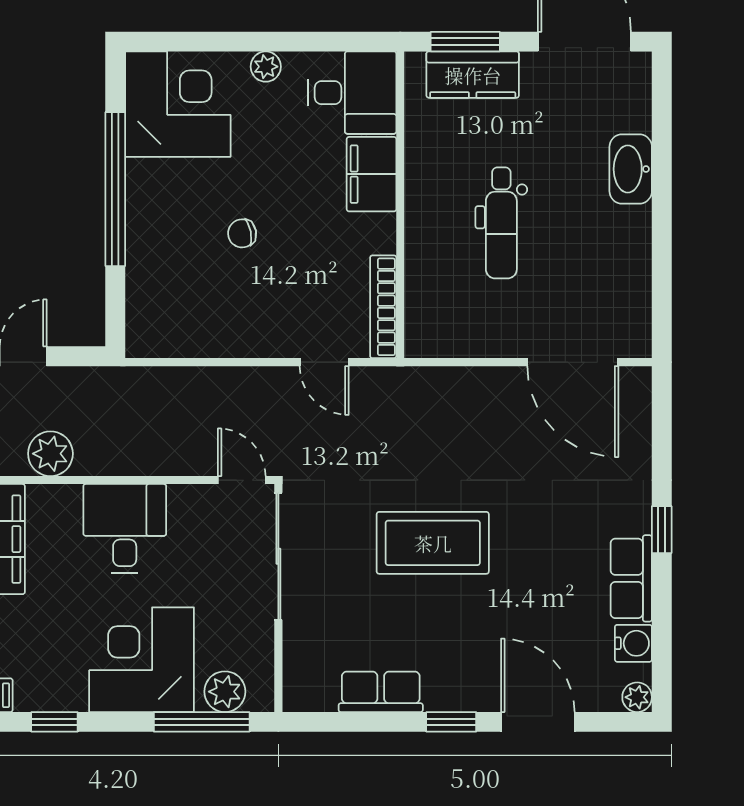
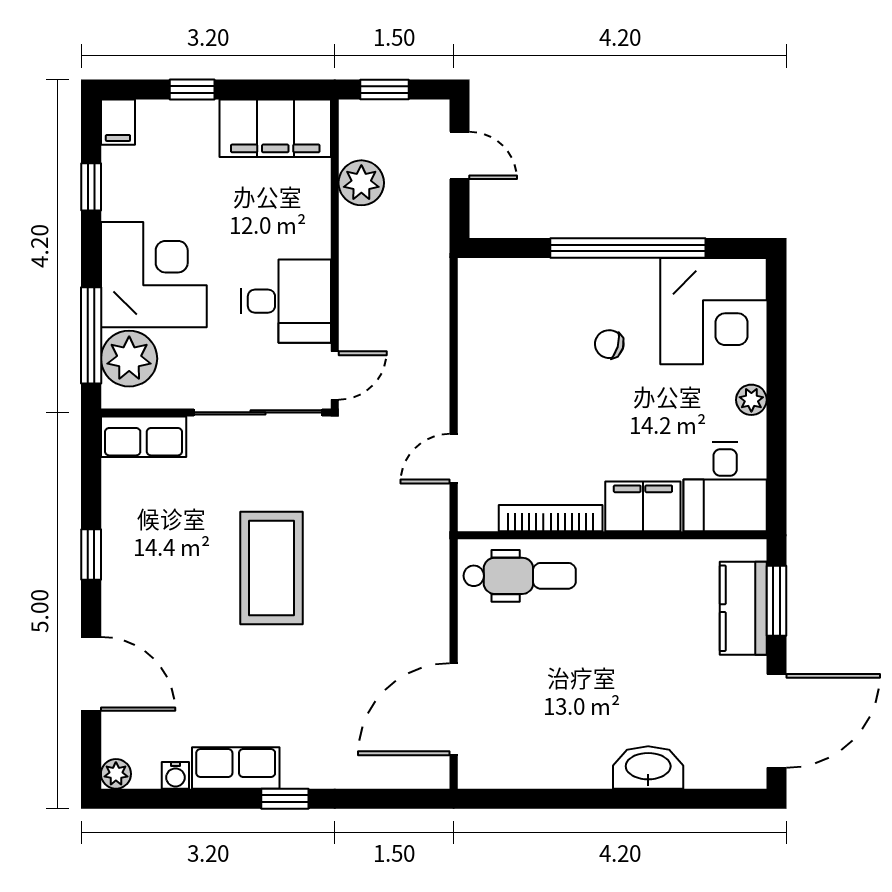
dental chair: (501, 223) -> (520, 576), moved, turned 180
chair: (242, 233) -> (609, 344), moved, turned -63
bookcase: (383, 307) -> (551, 518), moved
desk: (125, 529) -> (286, 301), moved
water cooler: (633, 643) -> (175, 775), width x0.72, depth x0.72
plant: (225, 692) -> (129, 359), width x1.36, depth x1.36
row of seats: (381, 692) -> (144, 437), moved, turned 90
window: (451, 722) -> (91, 555), moved
door: (538, 722) -> (91, 674), hinge flipped

